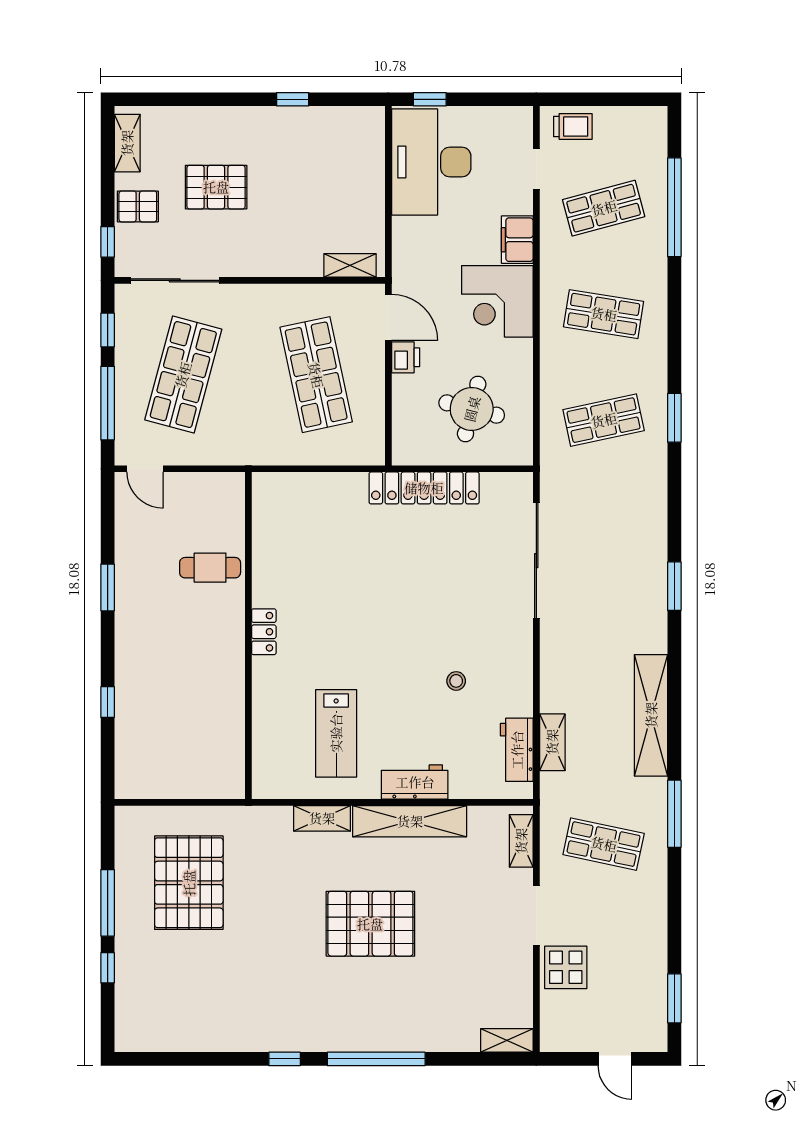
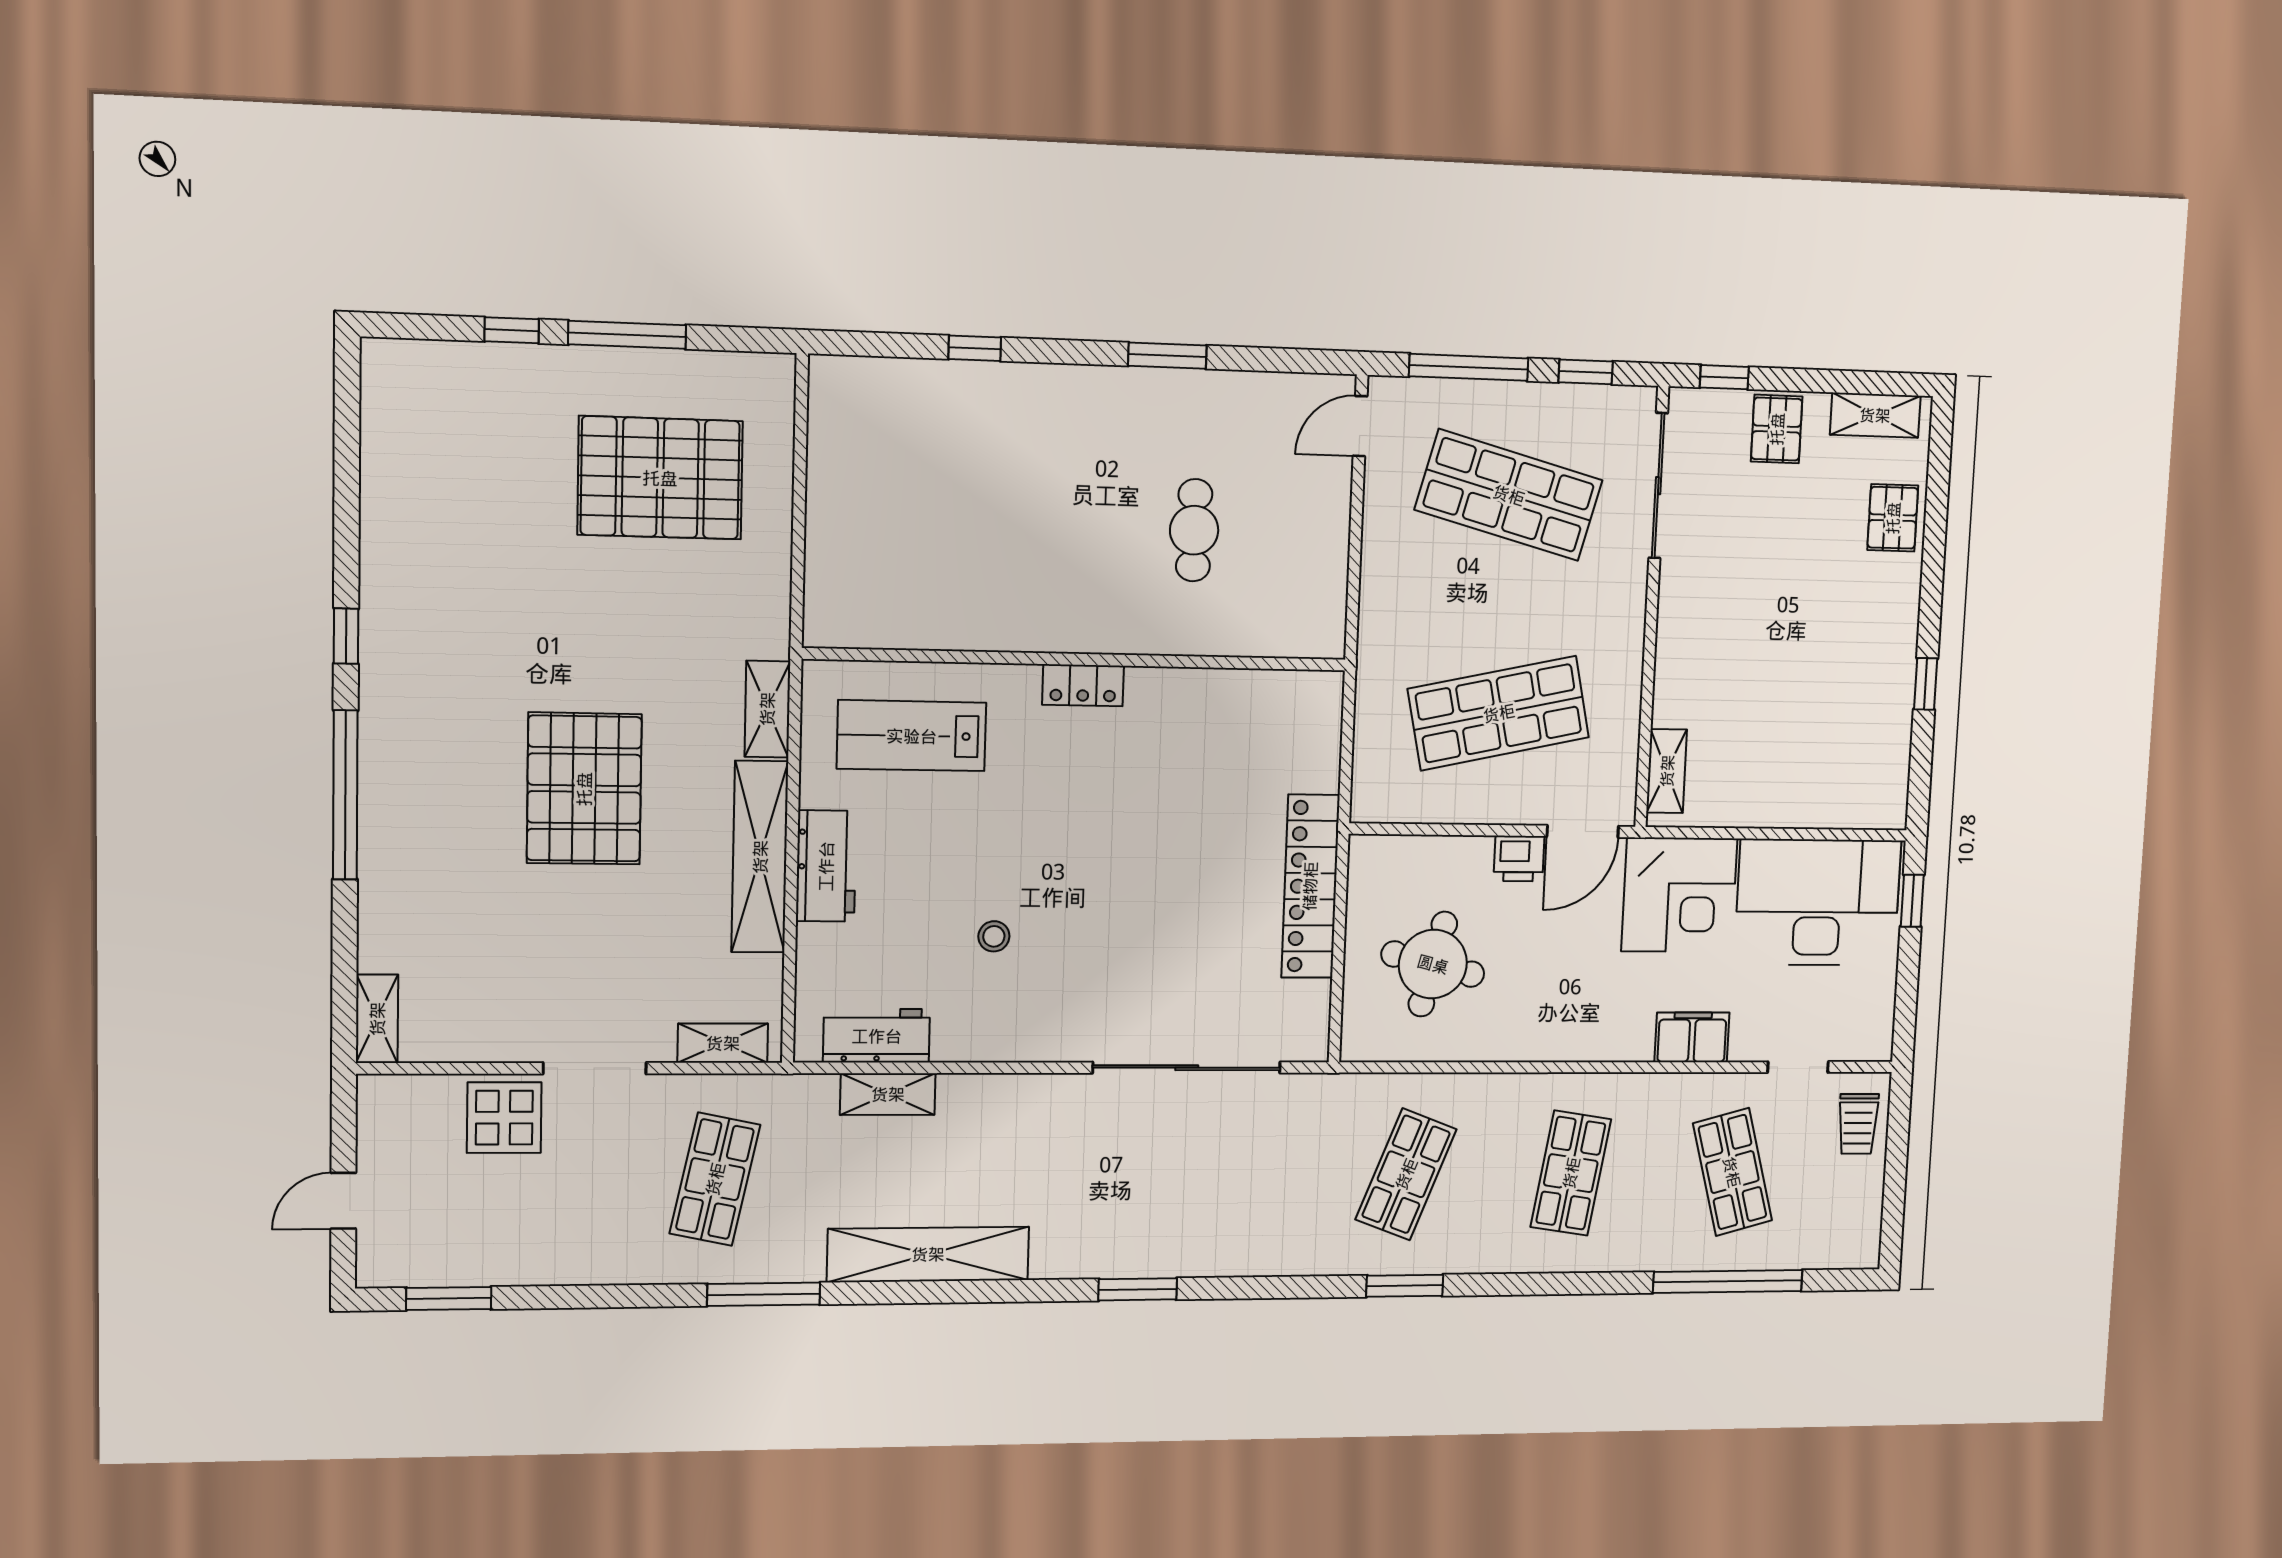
pallet: (216, 187) -> (1893, 518), moved, width x0.67, depth x0.71
corner desk: (497, 301) -> (1679, 895), moved, turned 180
shop shelf: (604, 420) -> (1406, 1174), turned 33
locker: (264, 632) -> (1083, 685), moved
wall: (248, 636) -> (1077, 659), moved

